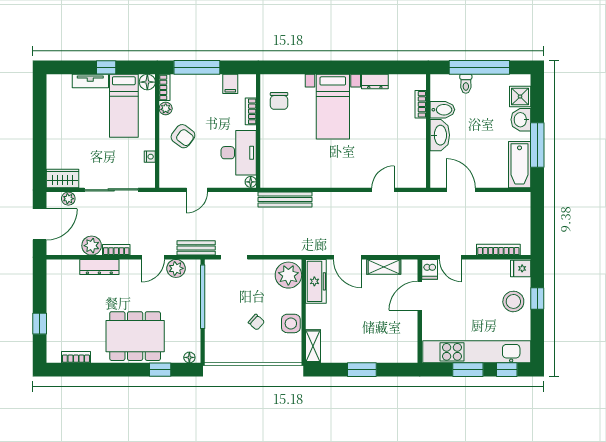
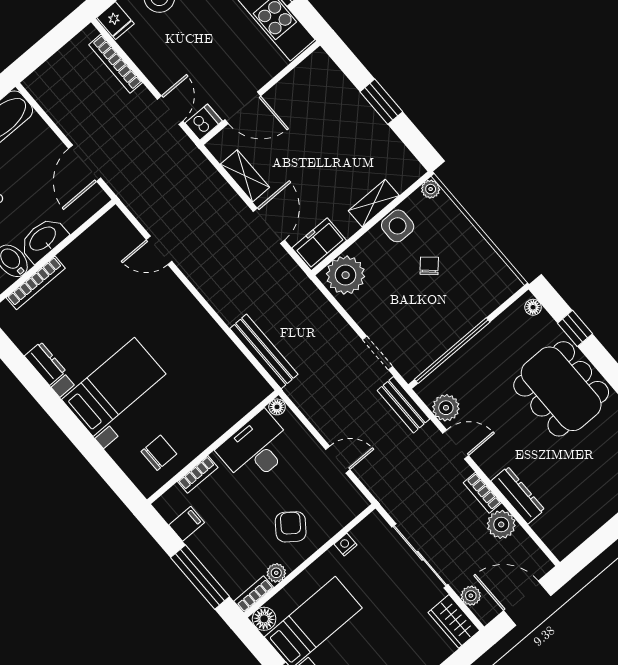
bookcase: (421, 104) -> (36, 283), width x1.56
freezer: (316, 281) -> (319, 244), width x0.71
shelving: (313, 346) -> (374, 203), moved
plant: (295, 357) -> (431, 189), added

